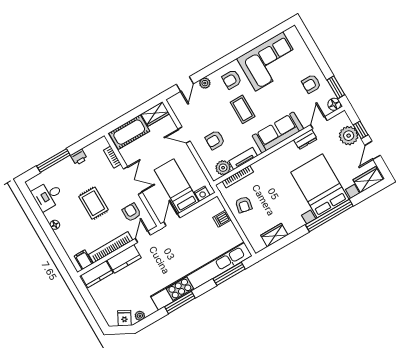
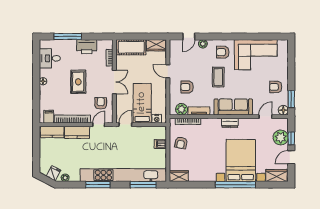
dresser: (305, 139) -> (230, 123), moved
printer: (79, 157) -> (87, 47), width x1.87, depth x1.48
wardrobe: (274, 235) -> (179, 176), moved

